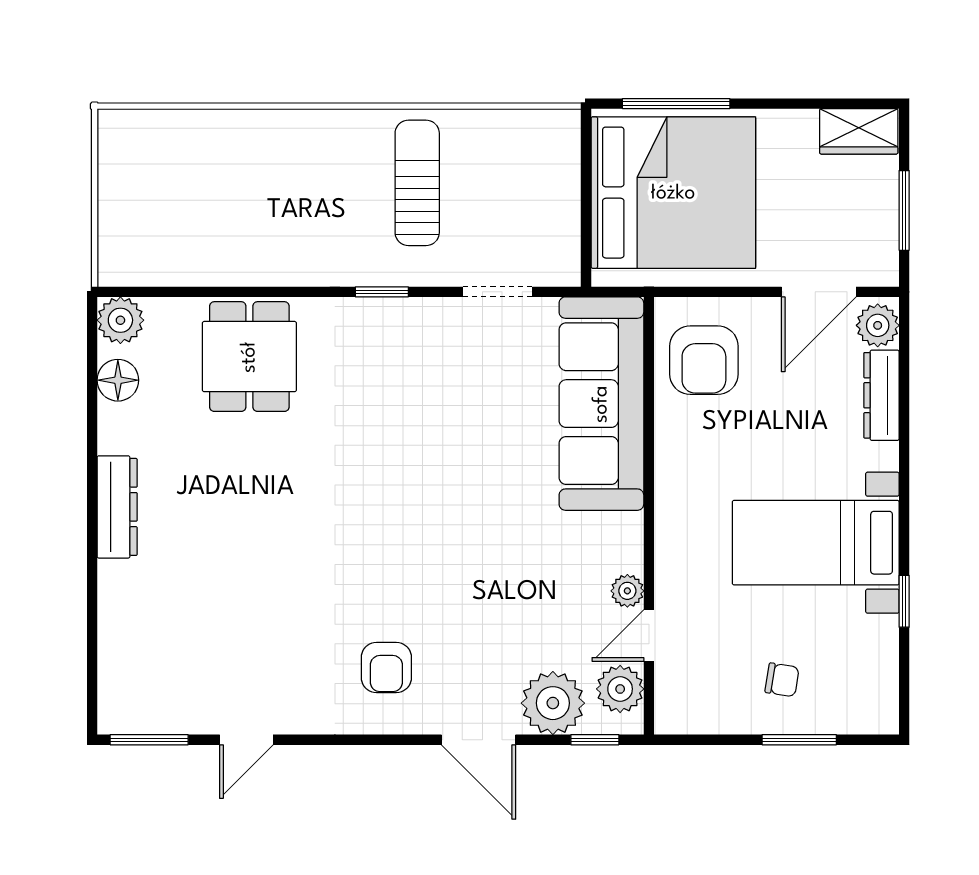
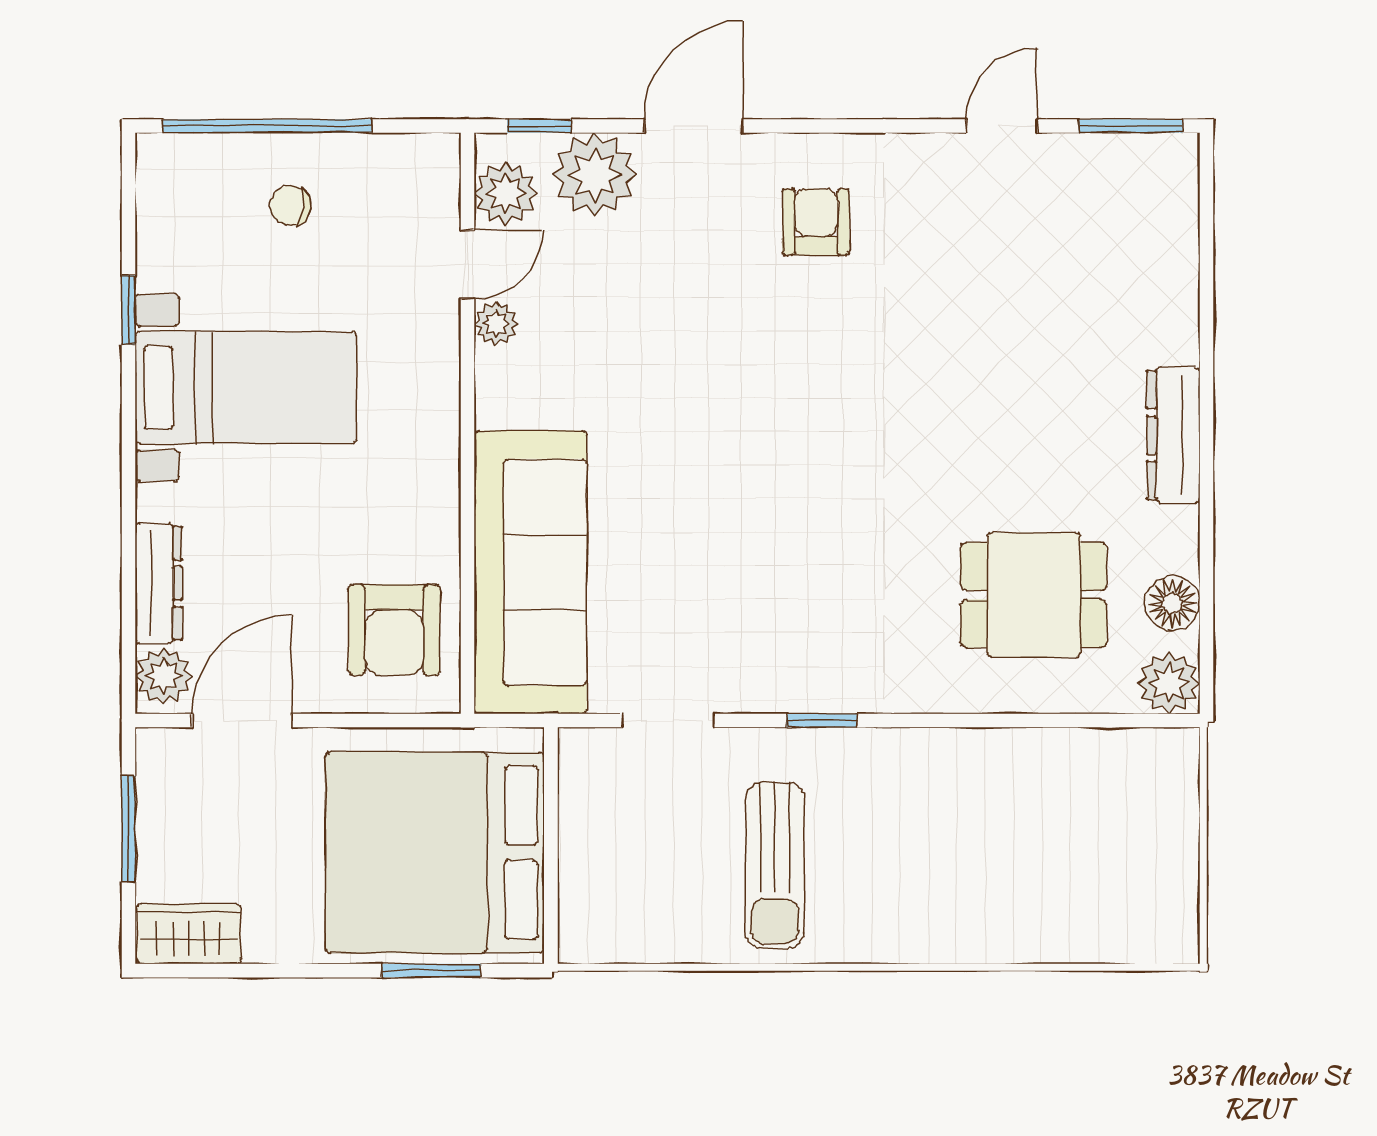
window: (676, 104) -> (431, 971), width x0.69
dining table: (249, 357) -> (1034, 595), moved, turned 90
armchair: (704, 360) -> (394, 630), turned 180
door: (479, 740) -> (694, 126), hinge flipped
window: (799, 740) -> (268, 126), width x2.11

